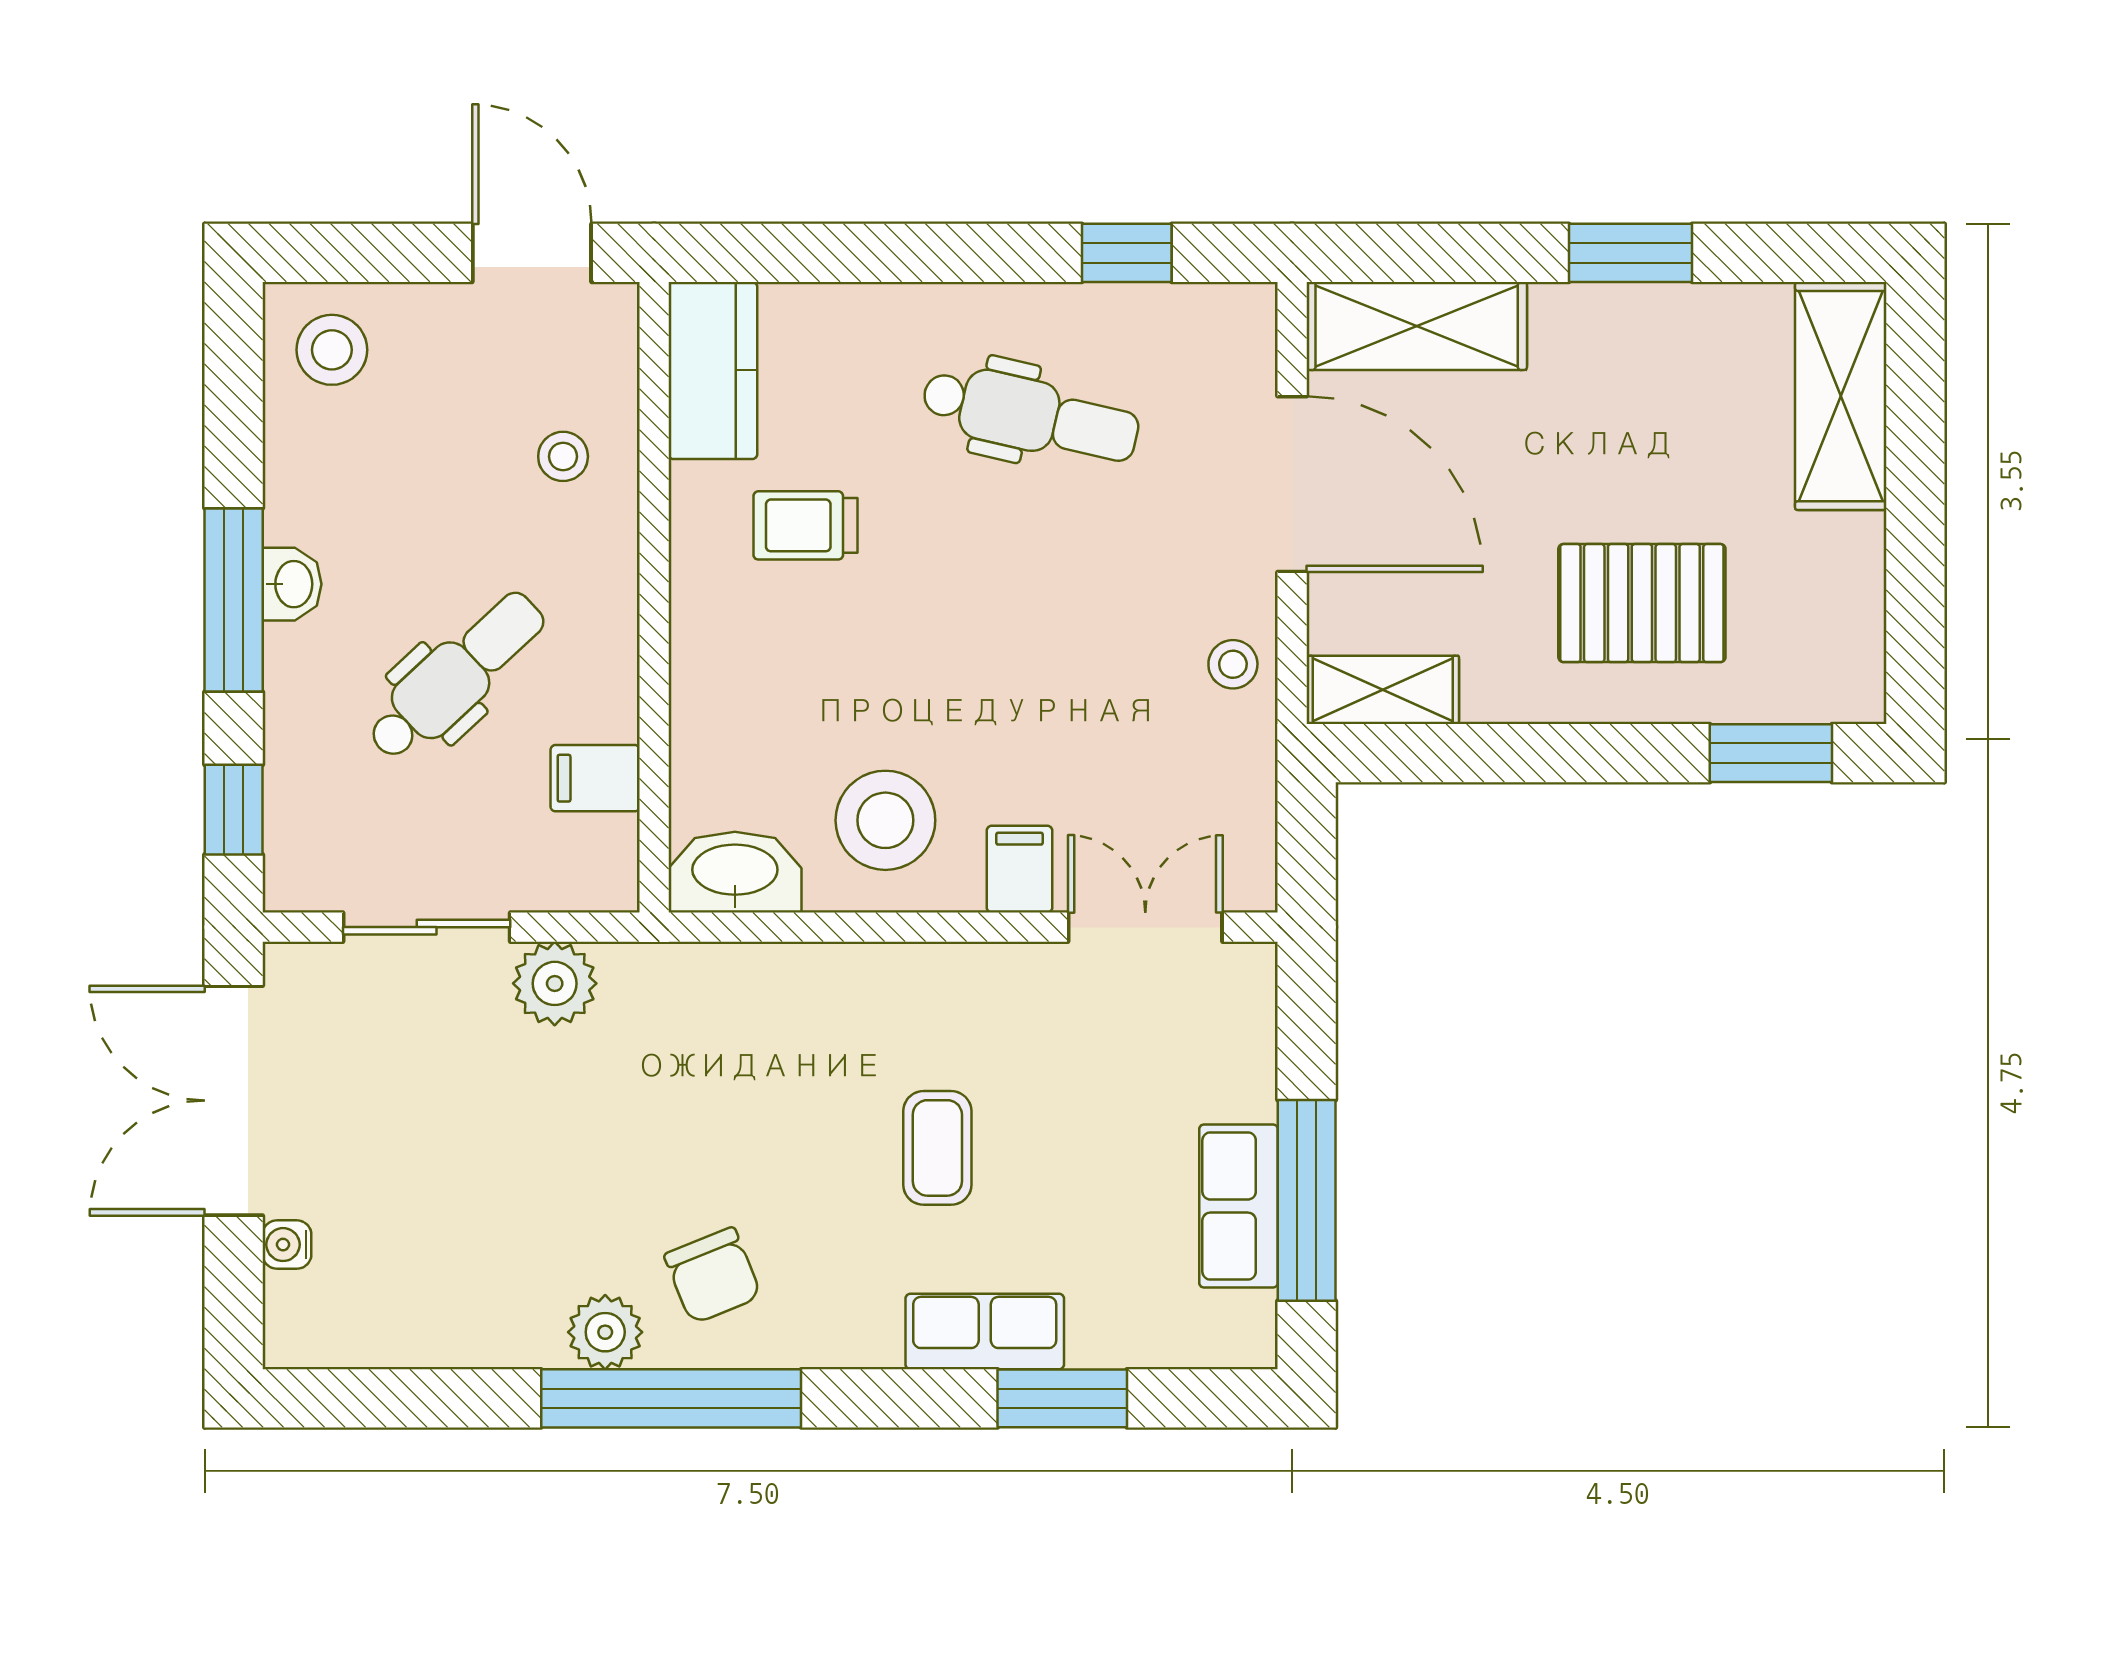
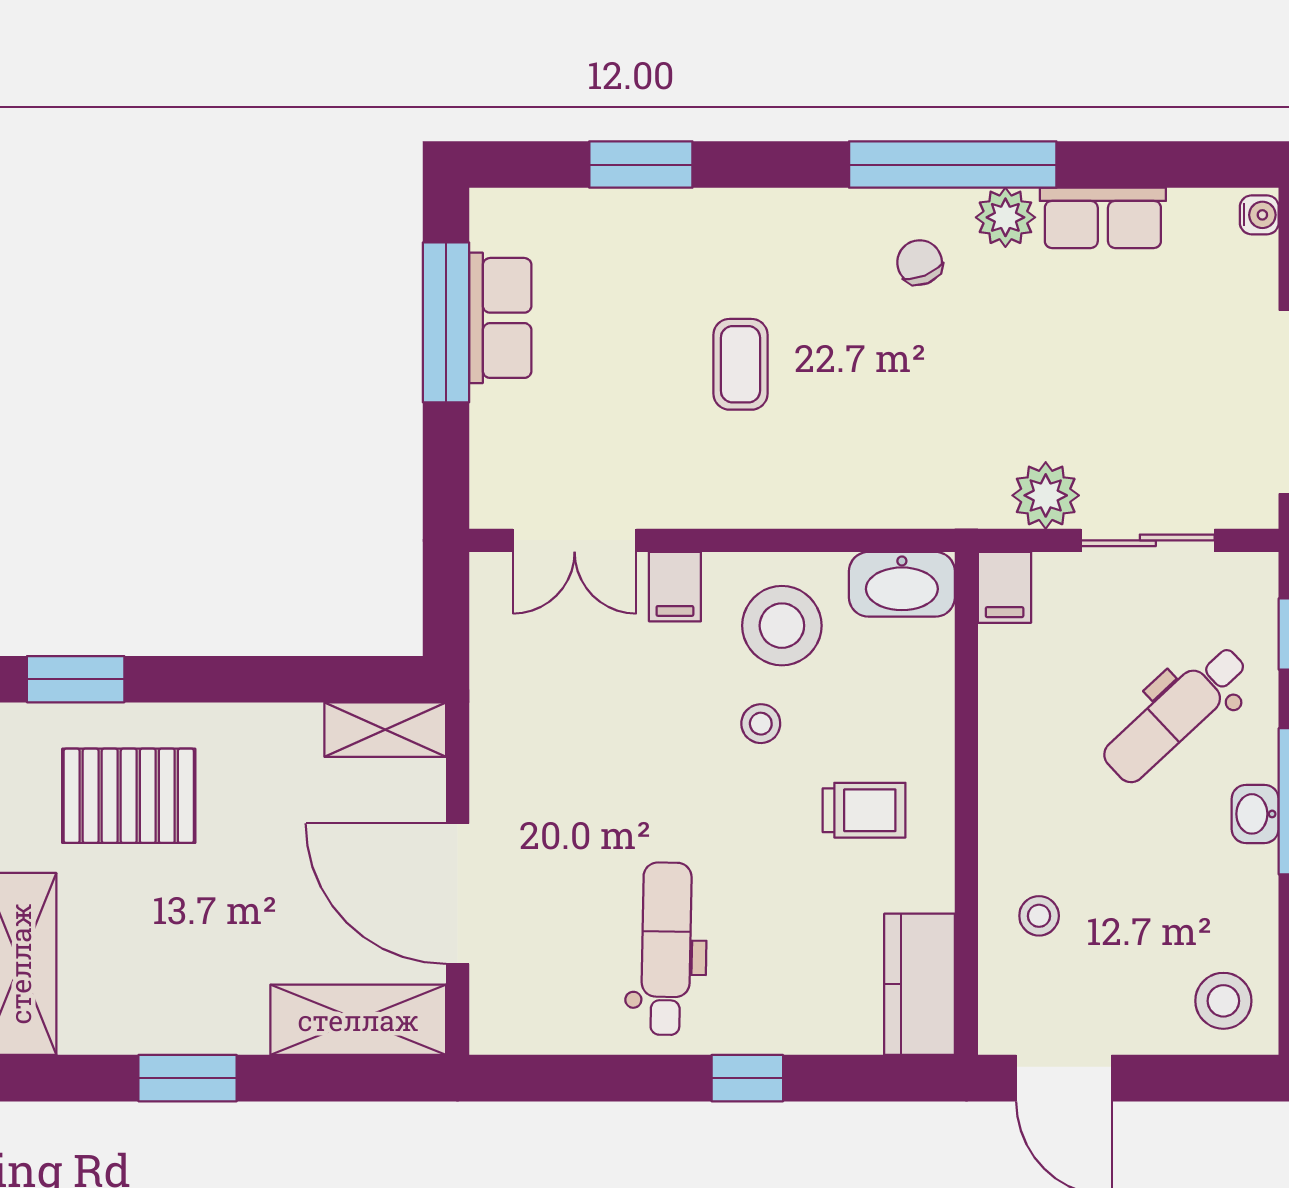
window: (1127, 253) -> (747, 1078), moved
dental chair: (1030, 415) -> (666, 949), turned 78
trolley: (806, 525) -> (864, 810), moved
pallet: (1642, 603) -> (129, 796), moved
stool: (1233, 664) -> (761, 724), moved
dental chair: (456, 676) -> (1176, 714), moved
filing cabinet: (595, 778) -> (1005, 587), moved, turned 90
water cooler: (287, 1245) -> (1259, 215), moved
chair: (713, 1276) -> (920, 262), width x0.73, depth x0.73
row of seats: (985, 1332) -> (1103, 218), moved

